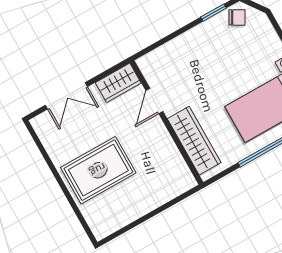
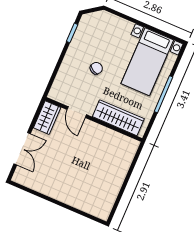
chair: (237, 17) -> (96, 68), moved
rug: (98, 170) -> (75, 178), removed

